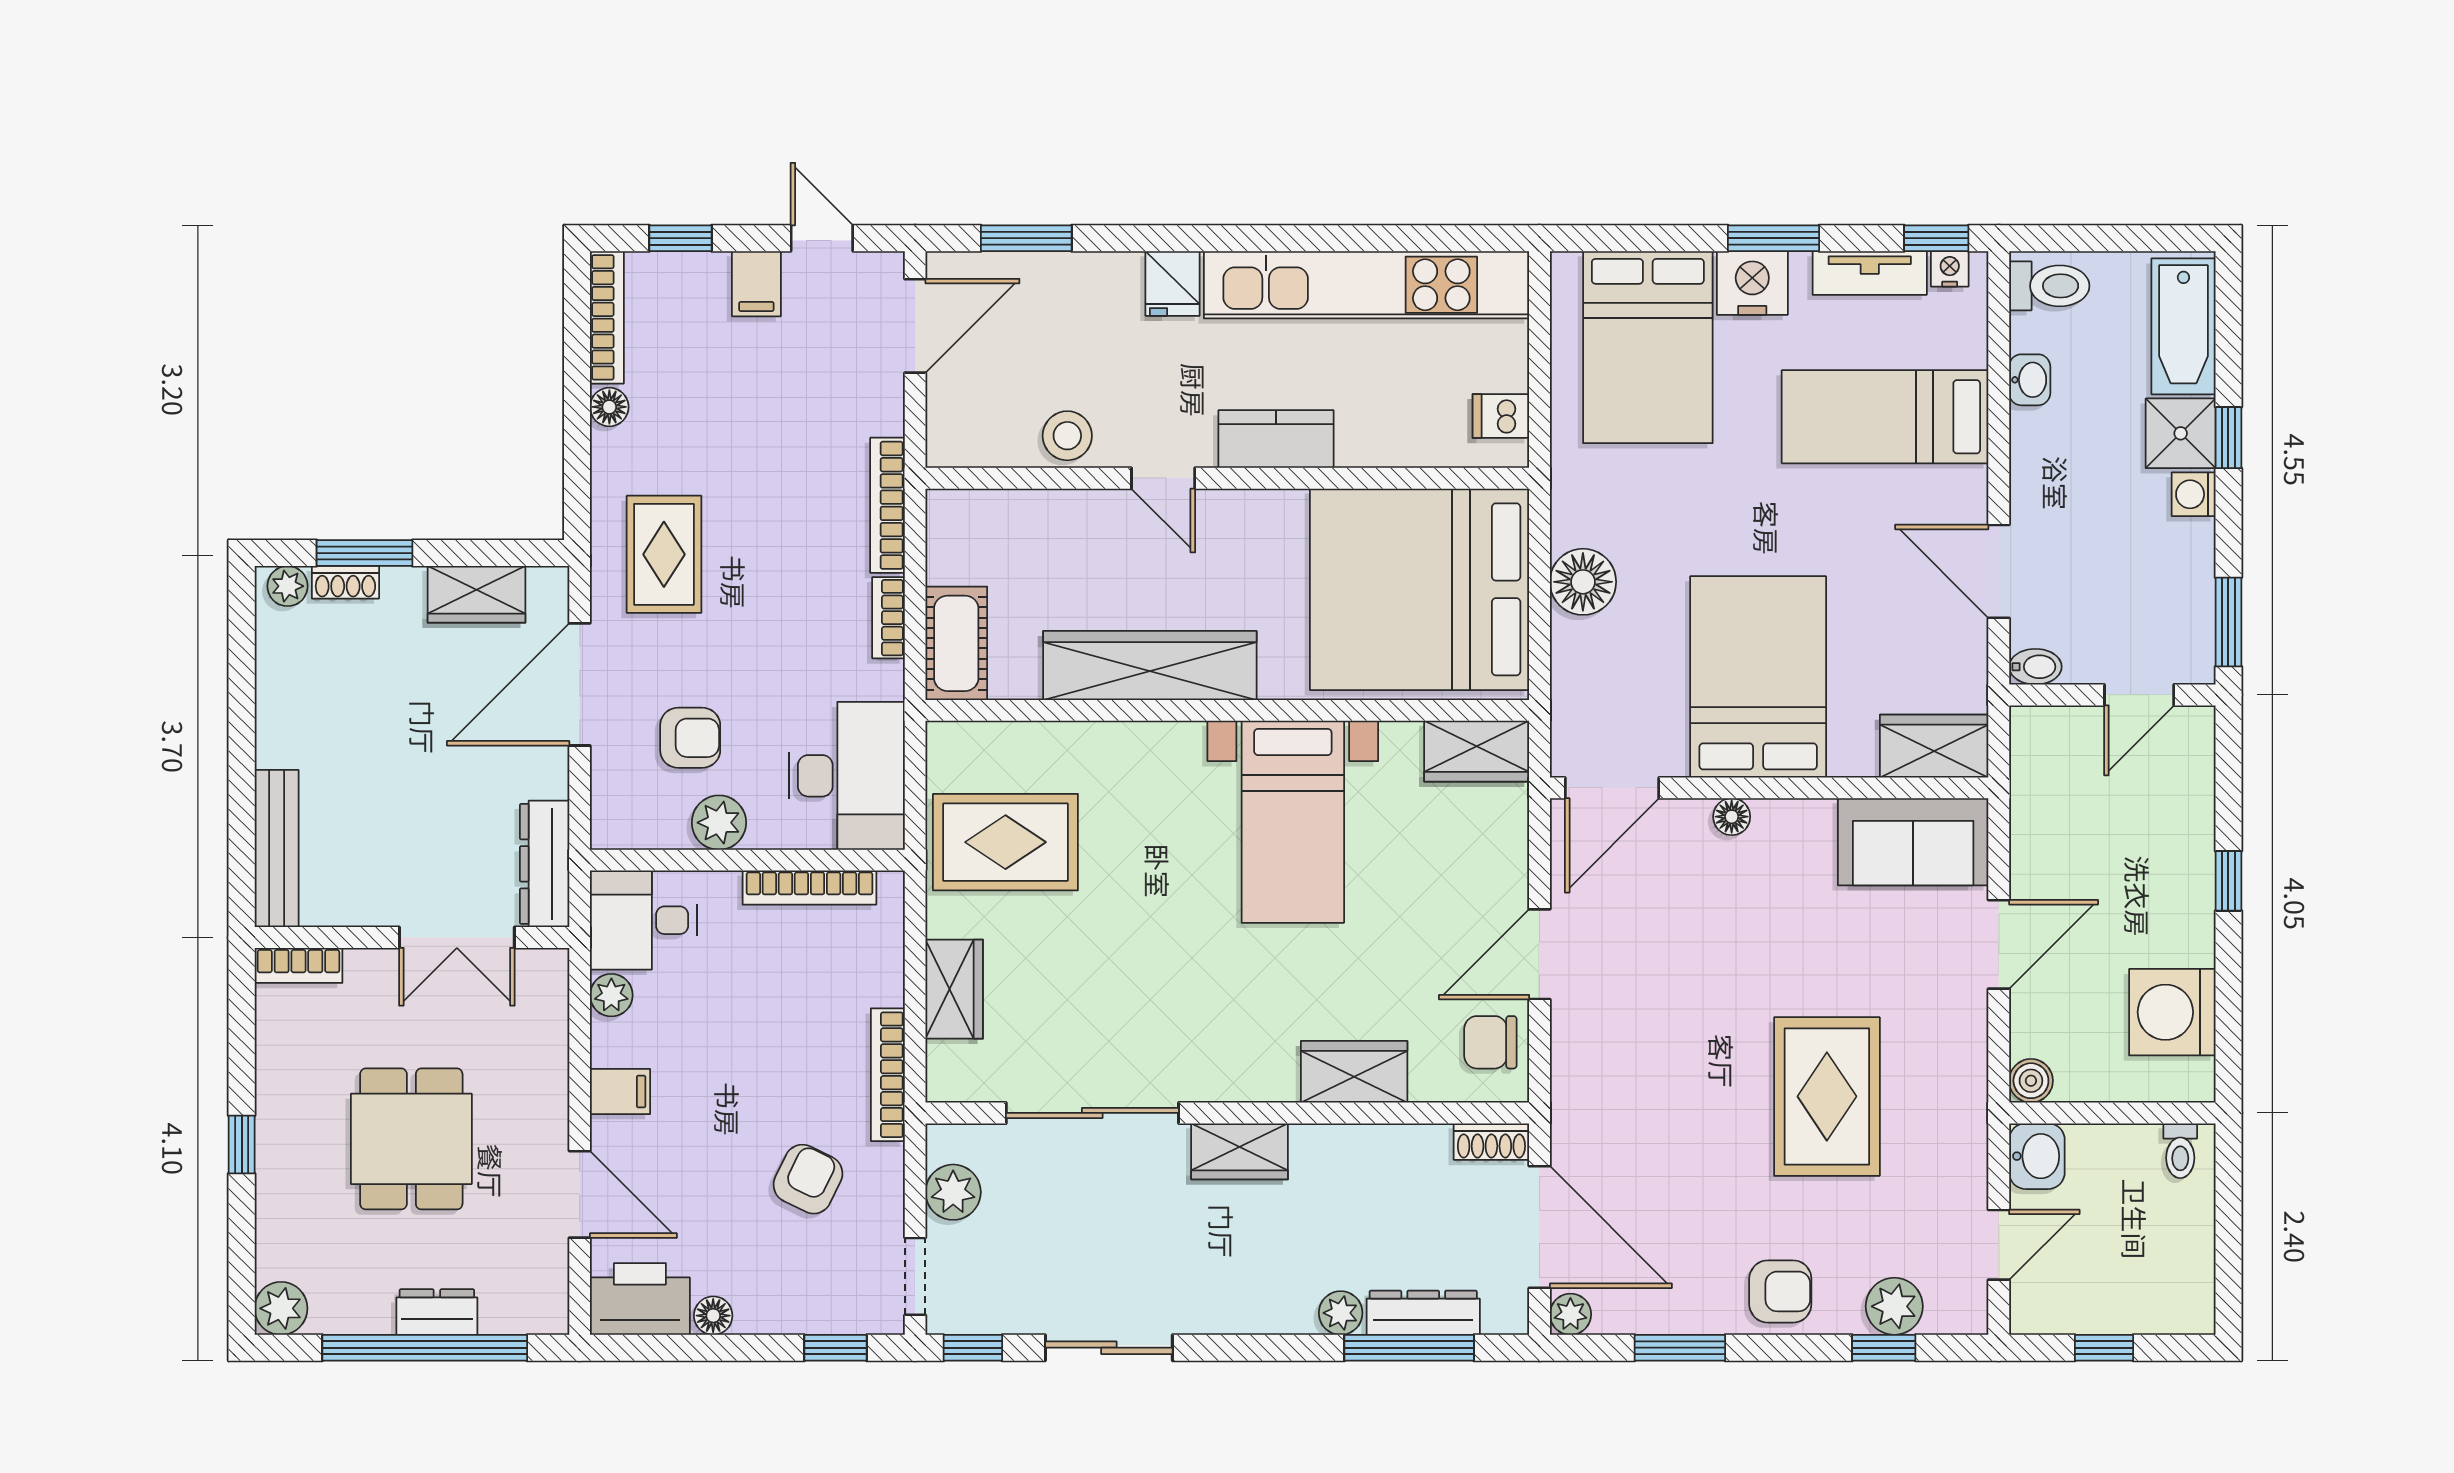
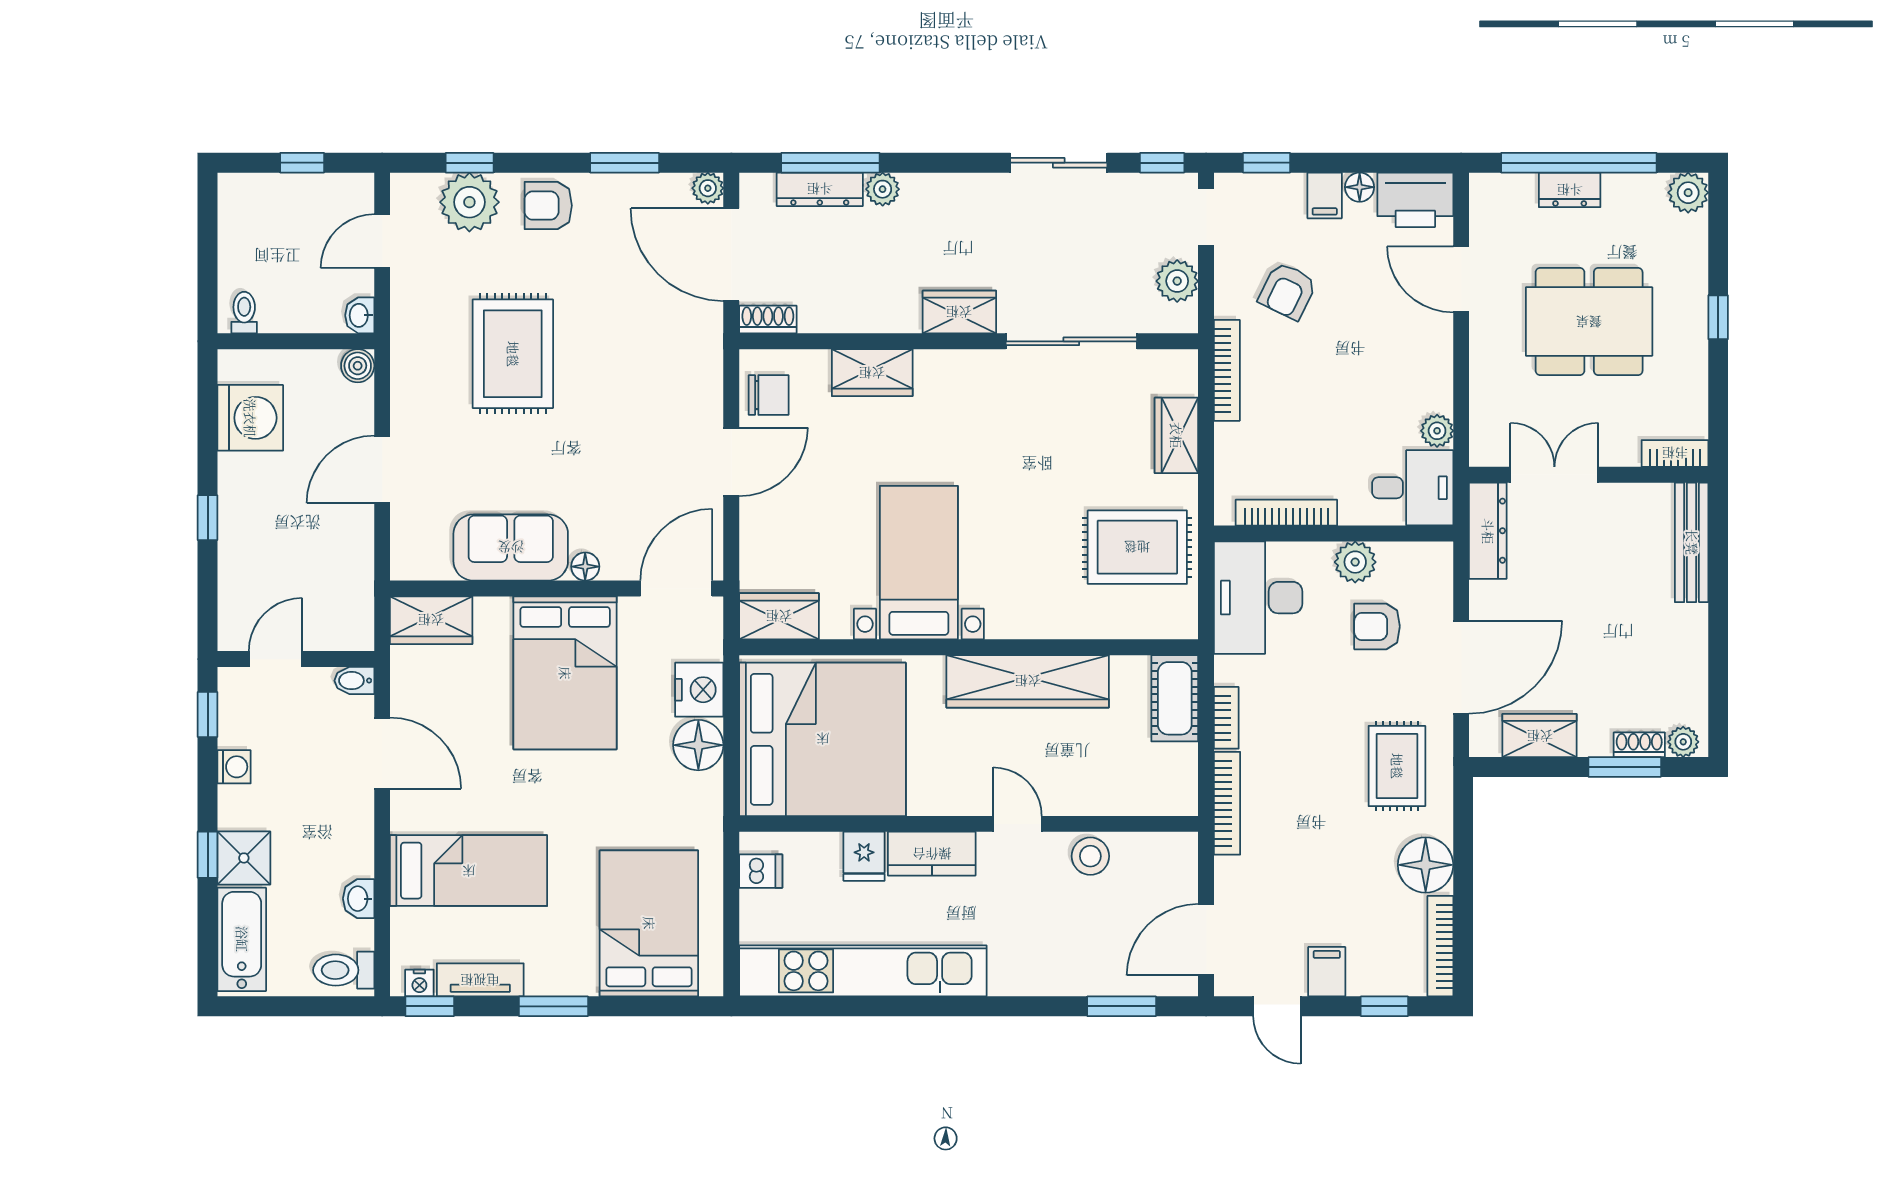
fridge: (1173, 283) -> (864, 856), moved, turned 180
nightstand: (1752, 283) -> (699, 690), moved, turned -90
floor lamp: (609, 407) -> (1426, 865), width x1.89, depth x1.89
washing machine: (2194, 494) -> (234, 767), moved
window: (2228, 622) -> (208, 714), width x0.67
sofa: (1913, 842) -> (511, 547), moved
filing cabinet: (620, 1092) -> (1325, 195), moved, turned -90
dining table: (411, 1139) -> (1589, 322), width x1.38
washbasin: (2037, 1156) -> (360, 315), width x0.72, depth x0.69
plant: (1894, 1306) -> (469, 202), width x1.36, depth x1.36

